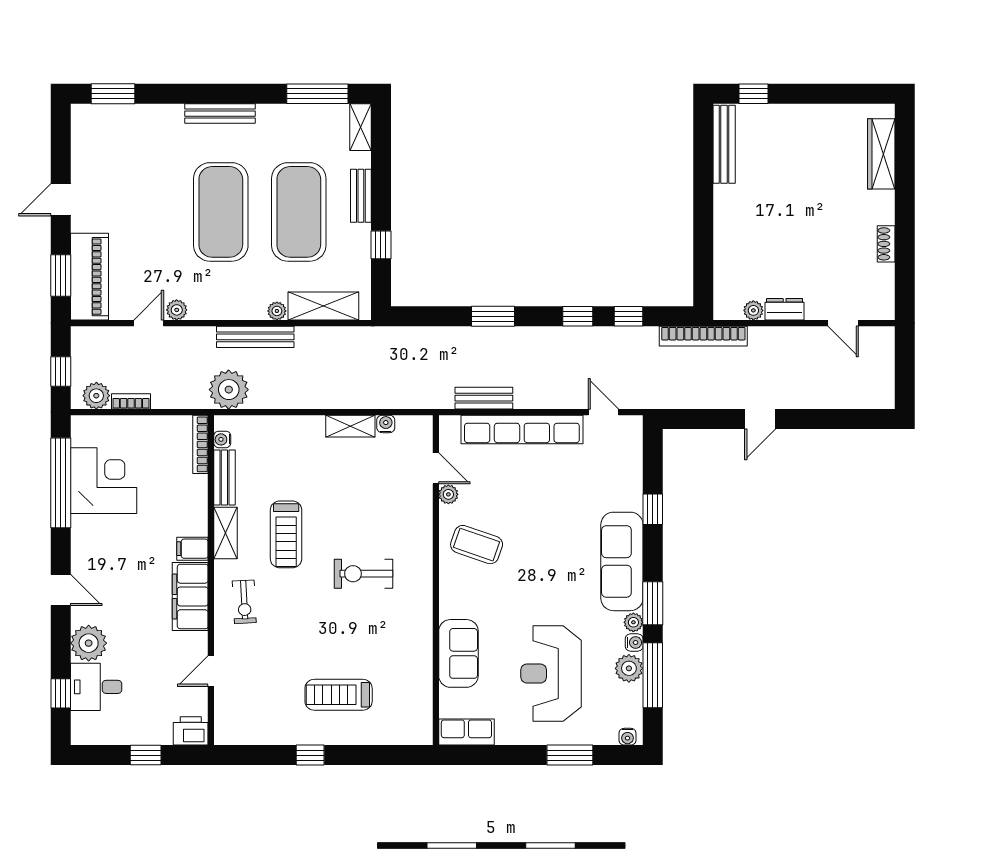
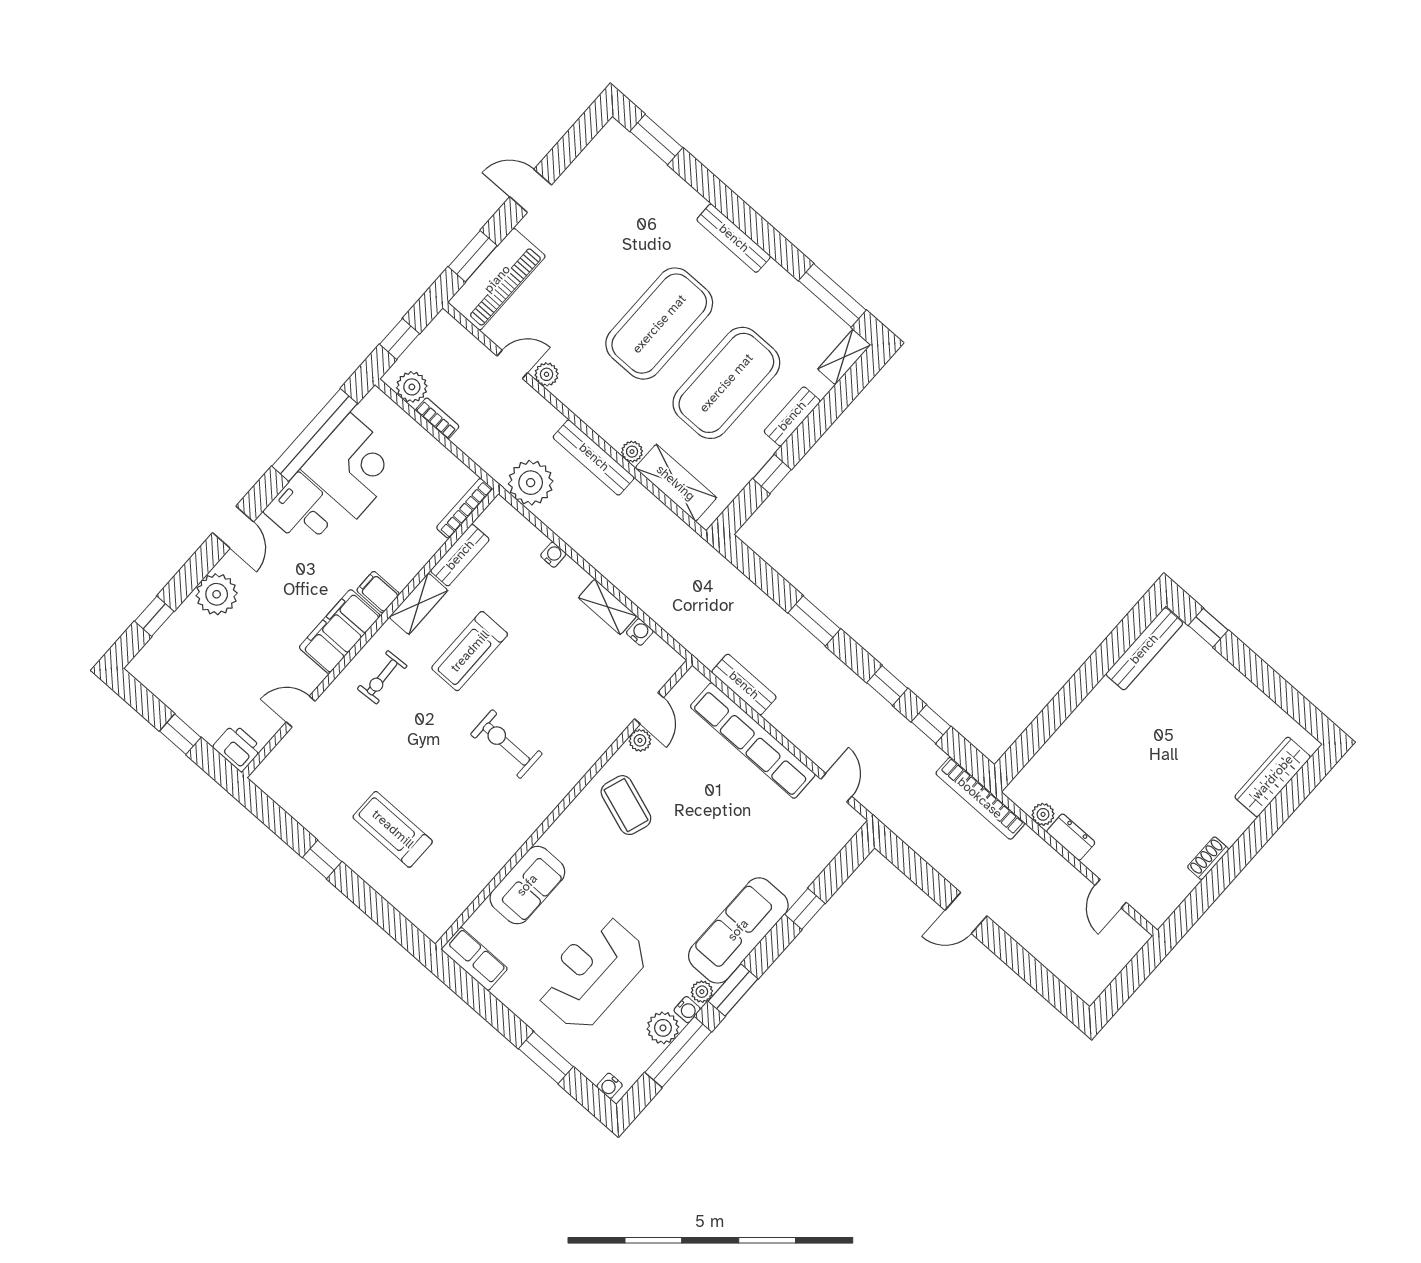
water cooler: (222, 439) -> (553, 555), moved, turned 90
desk: (96, 687) -> (302, 511), moved

